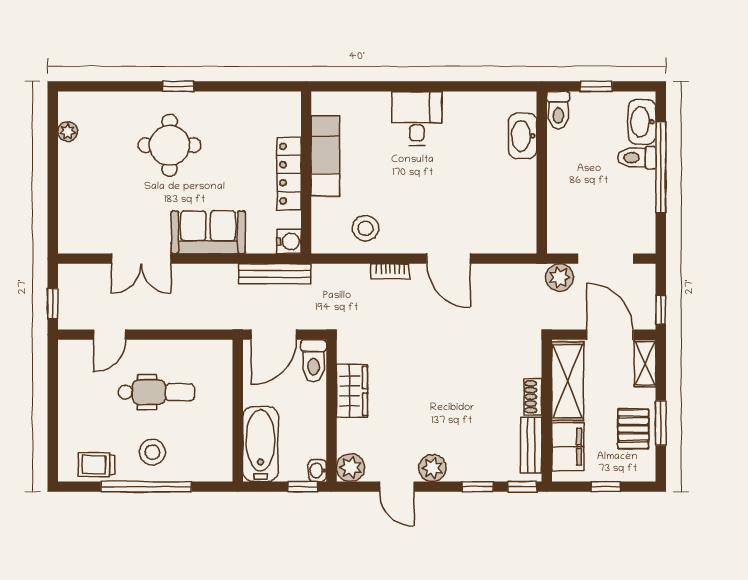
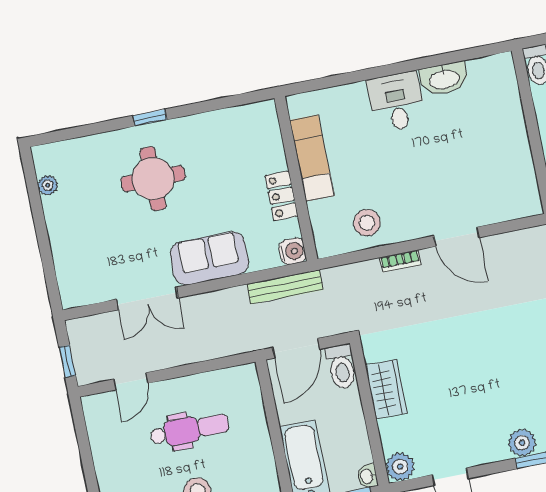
washbasin: (523, 136) -> (444, 79), moved, turned -90
locker: (289, 174) -> (282, 196), width x0.66
plant: (432, 468) -> (522, 443), moved

